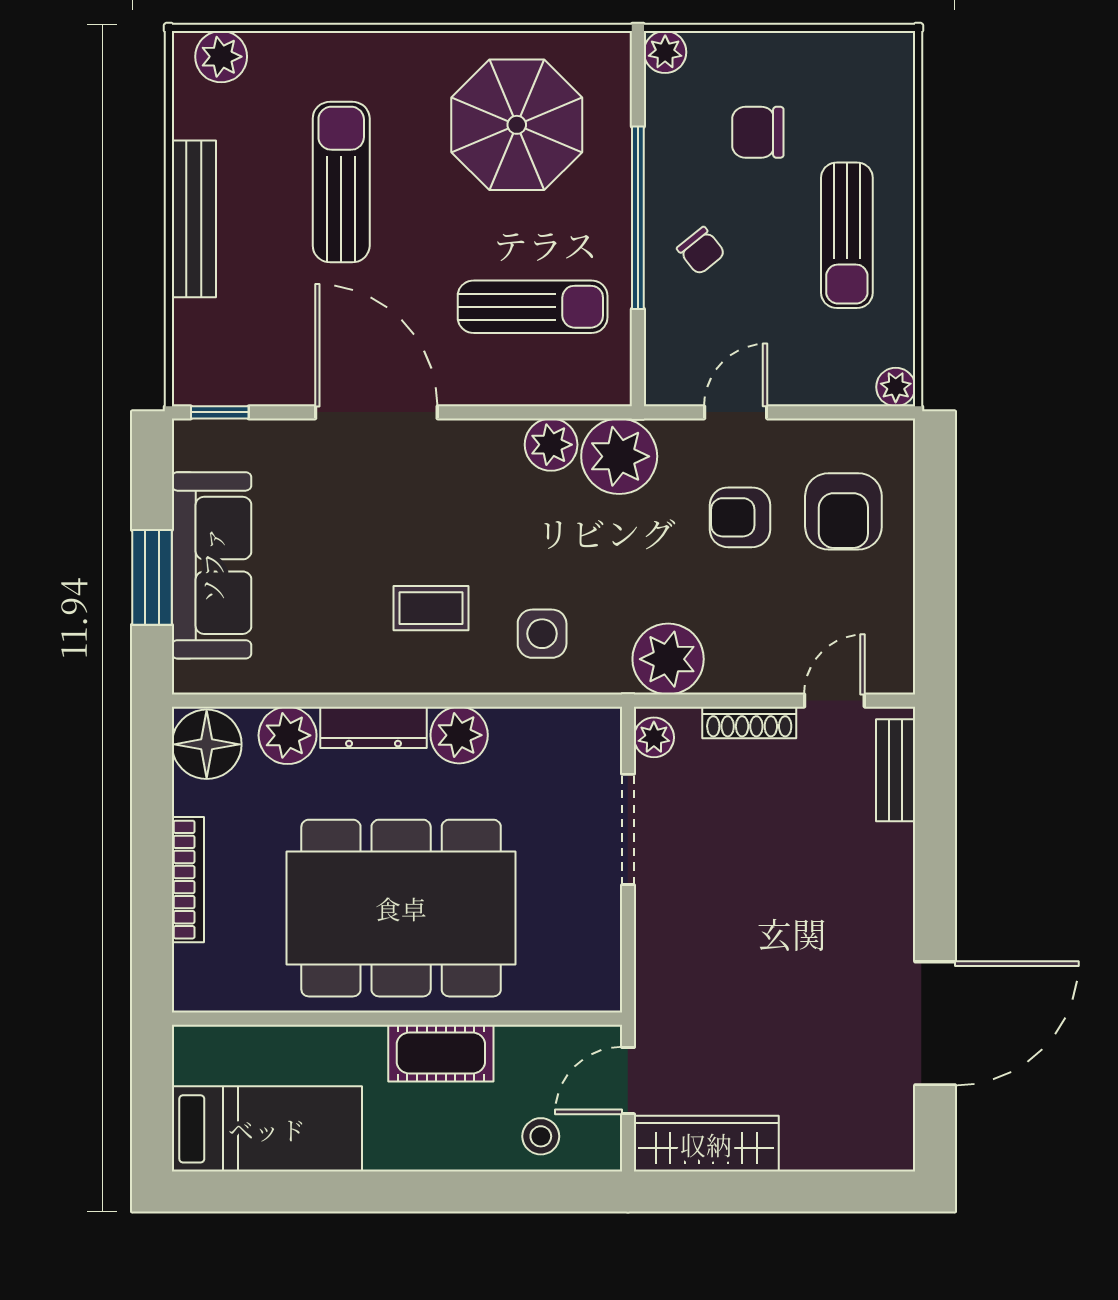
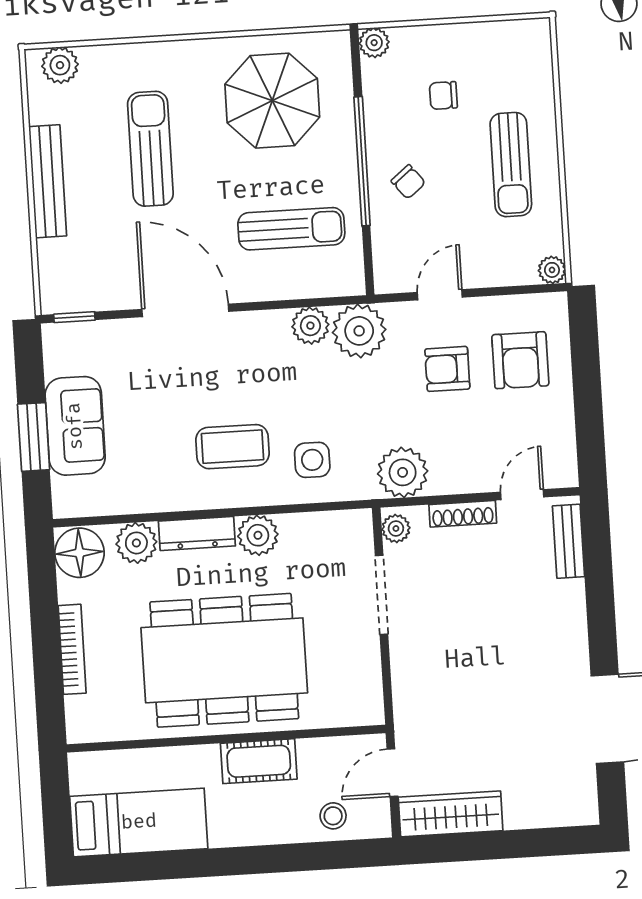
chair: (758, 132) -> (443, 95), width x0.73, depth x0.73
sofa: (212, 565) -> (75, 426), width x0.73
coffee table: (431, 608) -> (232, 447), width x1.36, depth x1.30

